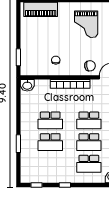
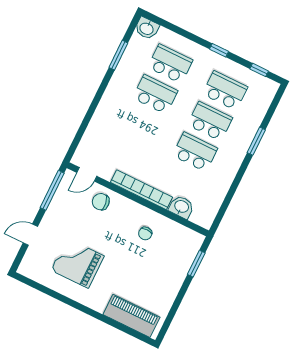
grand piano: (86, 24) -> (77, 263), turned -90
washbasin: (27, 85) -> (181, 207), moved
school desk: (89, 120) -> (225, 91), moved

